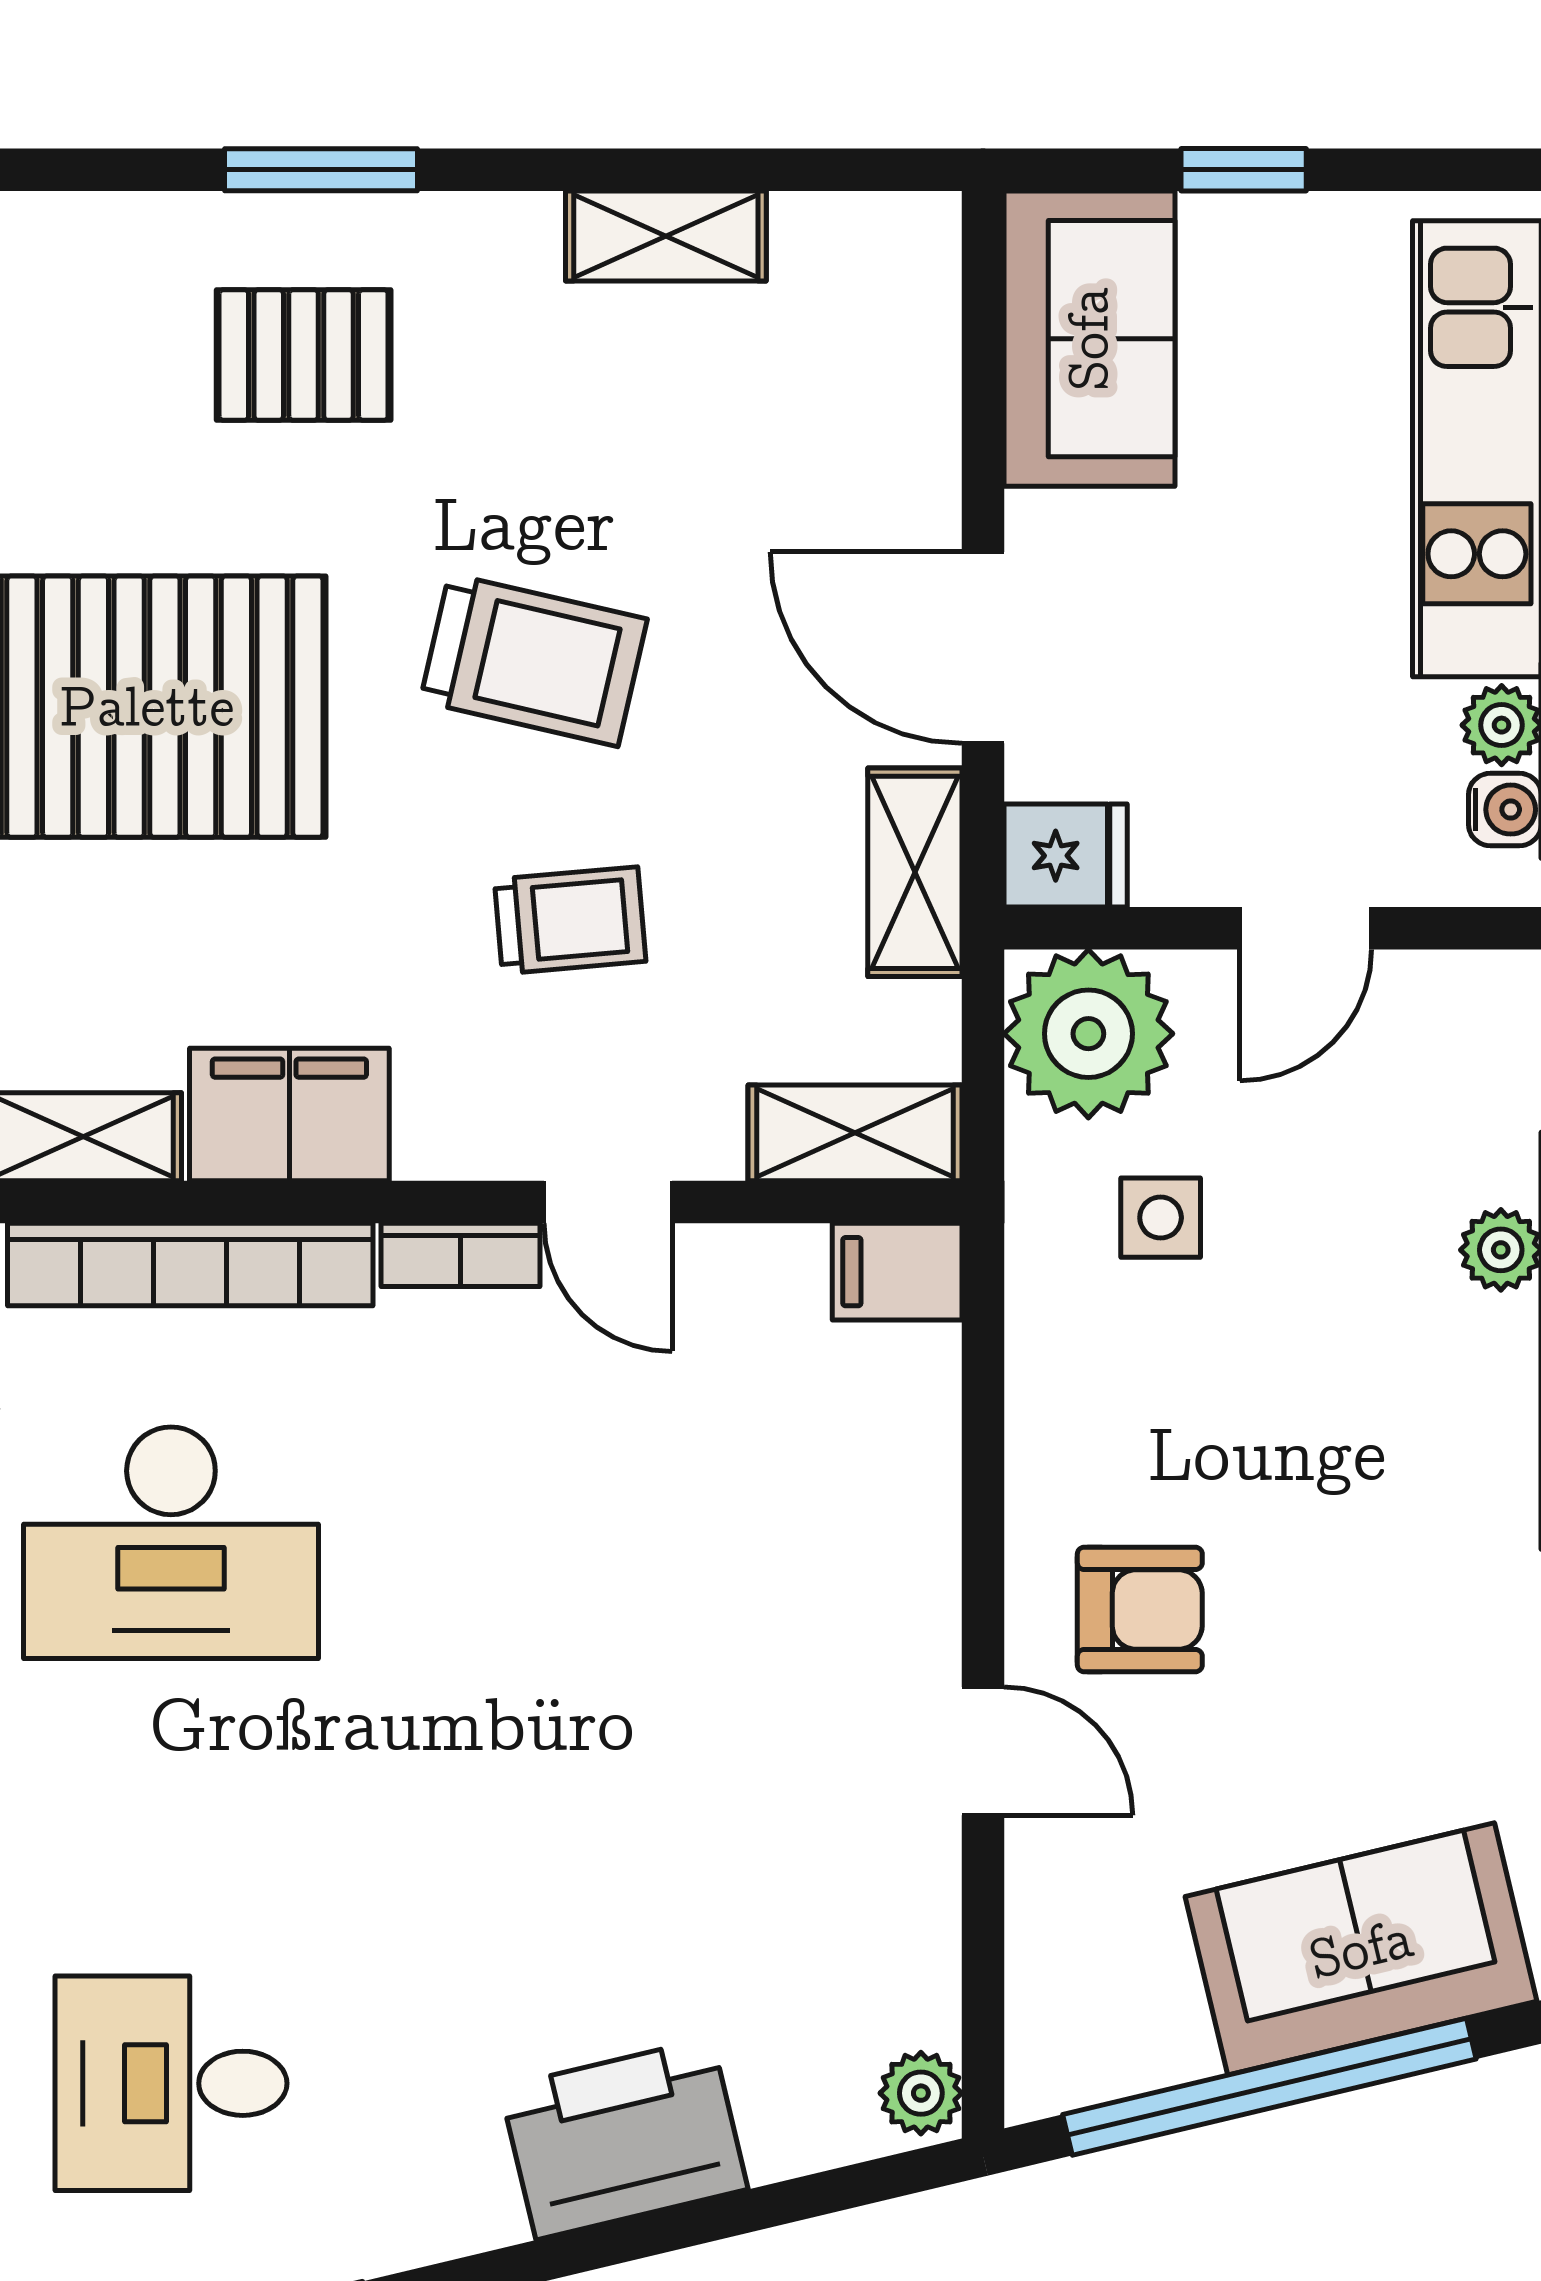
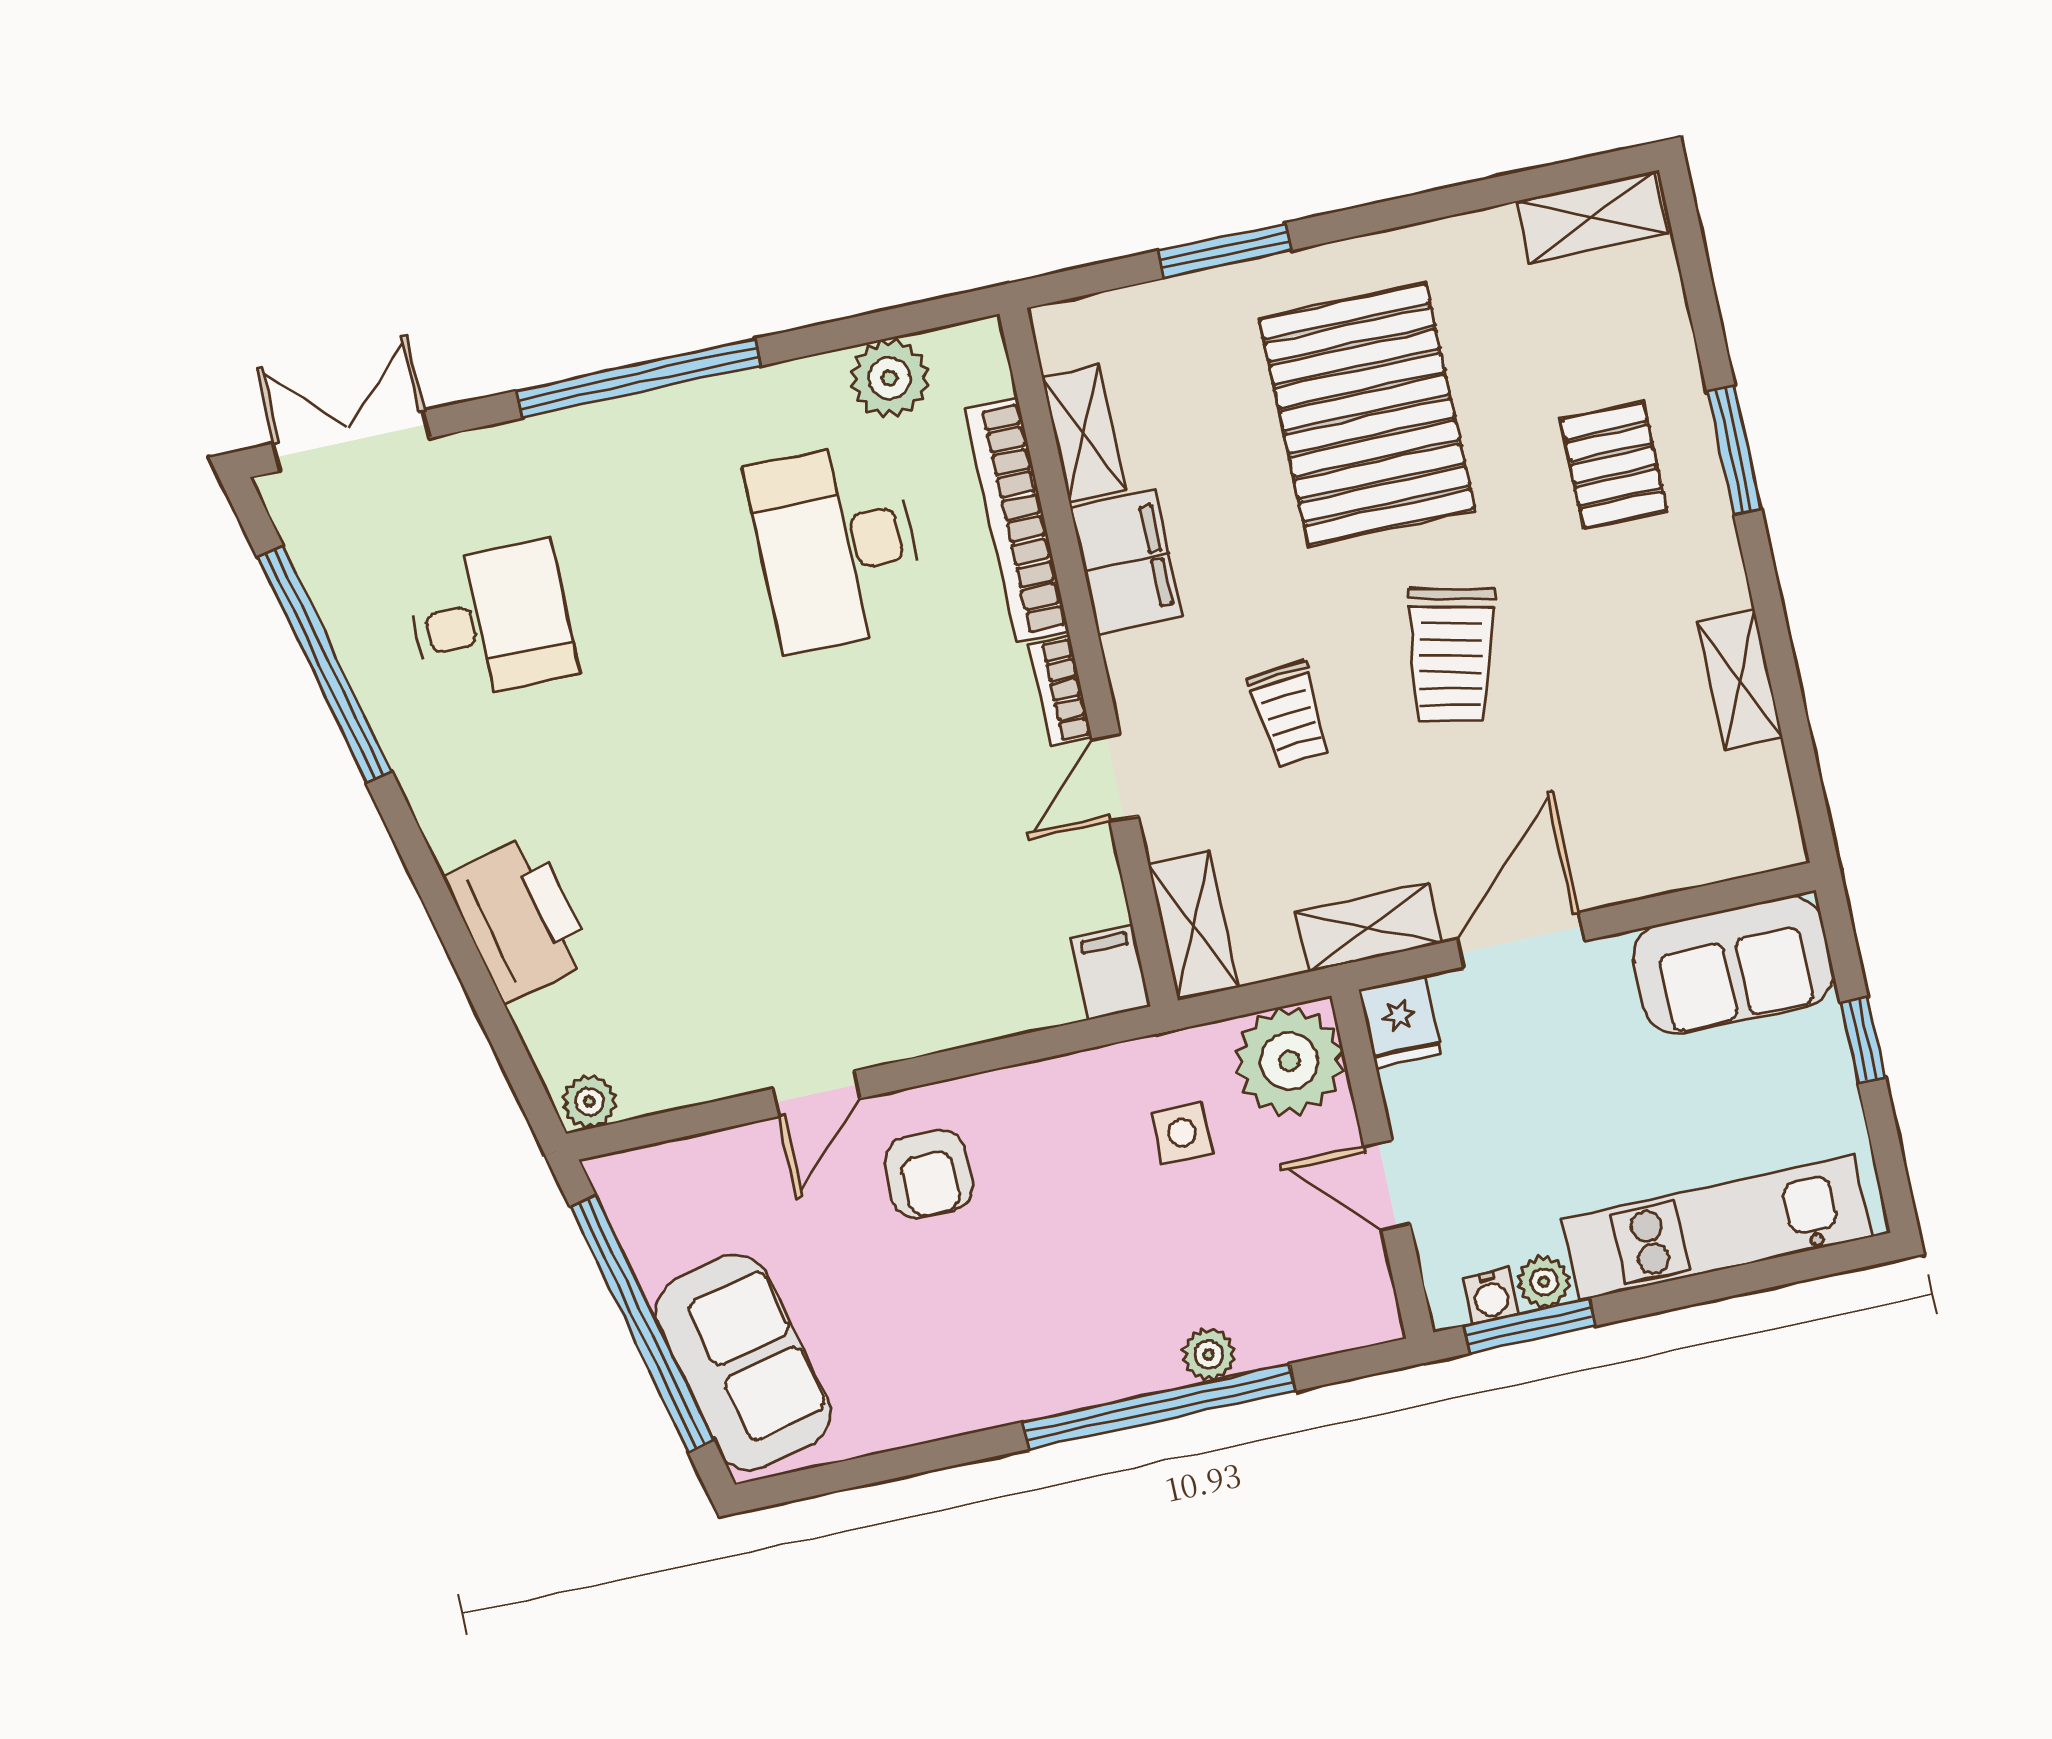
desk: (171, 2083) -> (491, 621), turned 90

